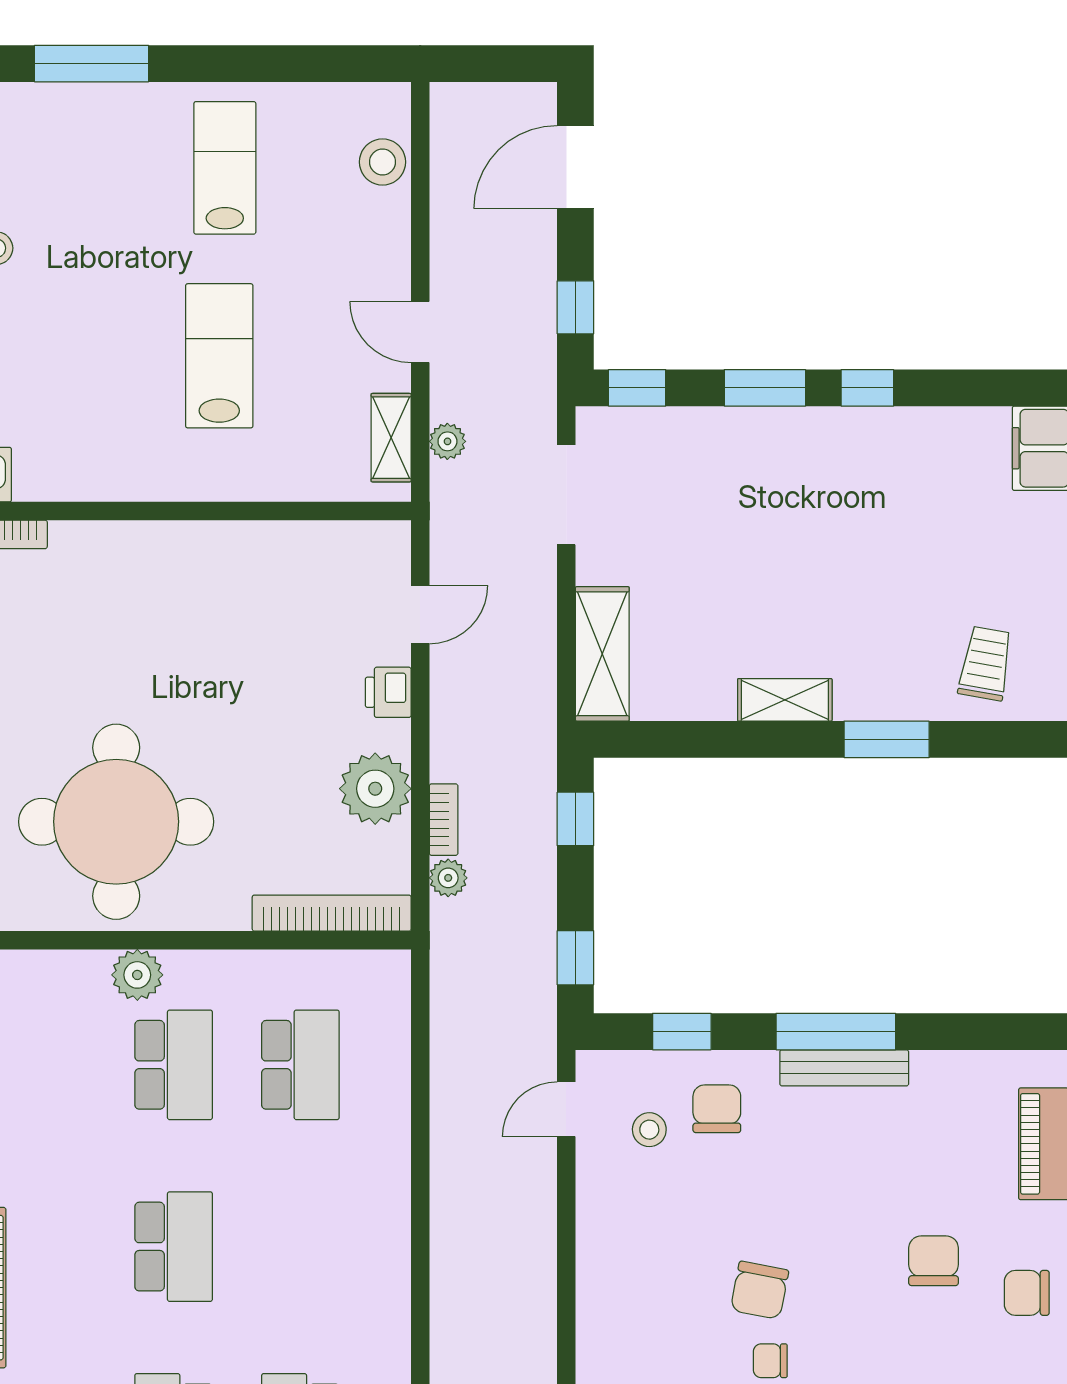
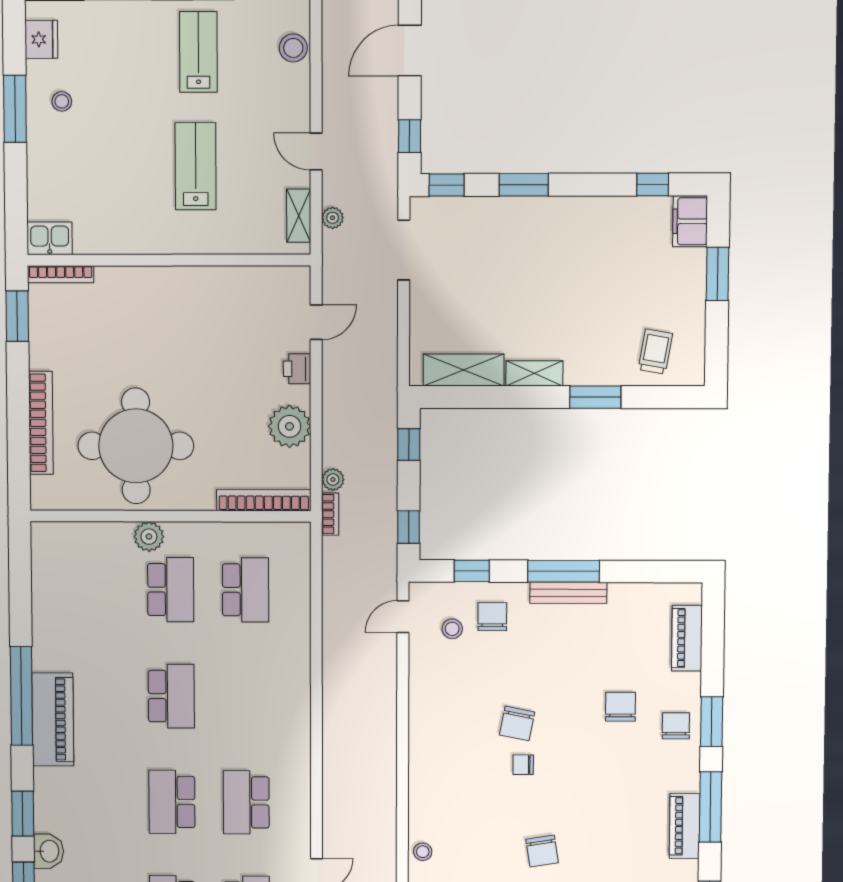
window: (867, 388) -> (653, 185), moved
shelving: (602, 654) -> (464, 370), moved, turned 90
bookcase: (444, 820) -> (330, 514), moved
chair: (1027, 1293) -> (676, 726), turned 90

